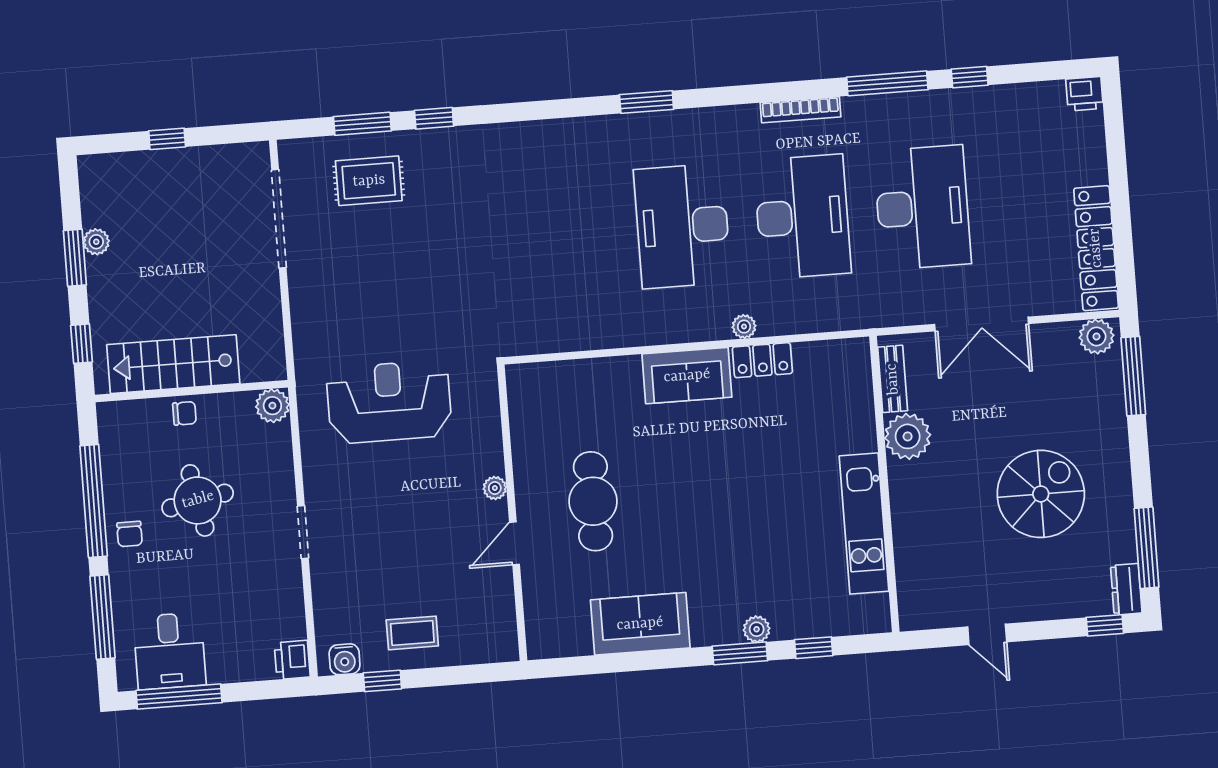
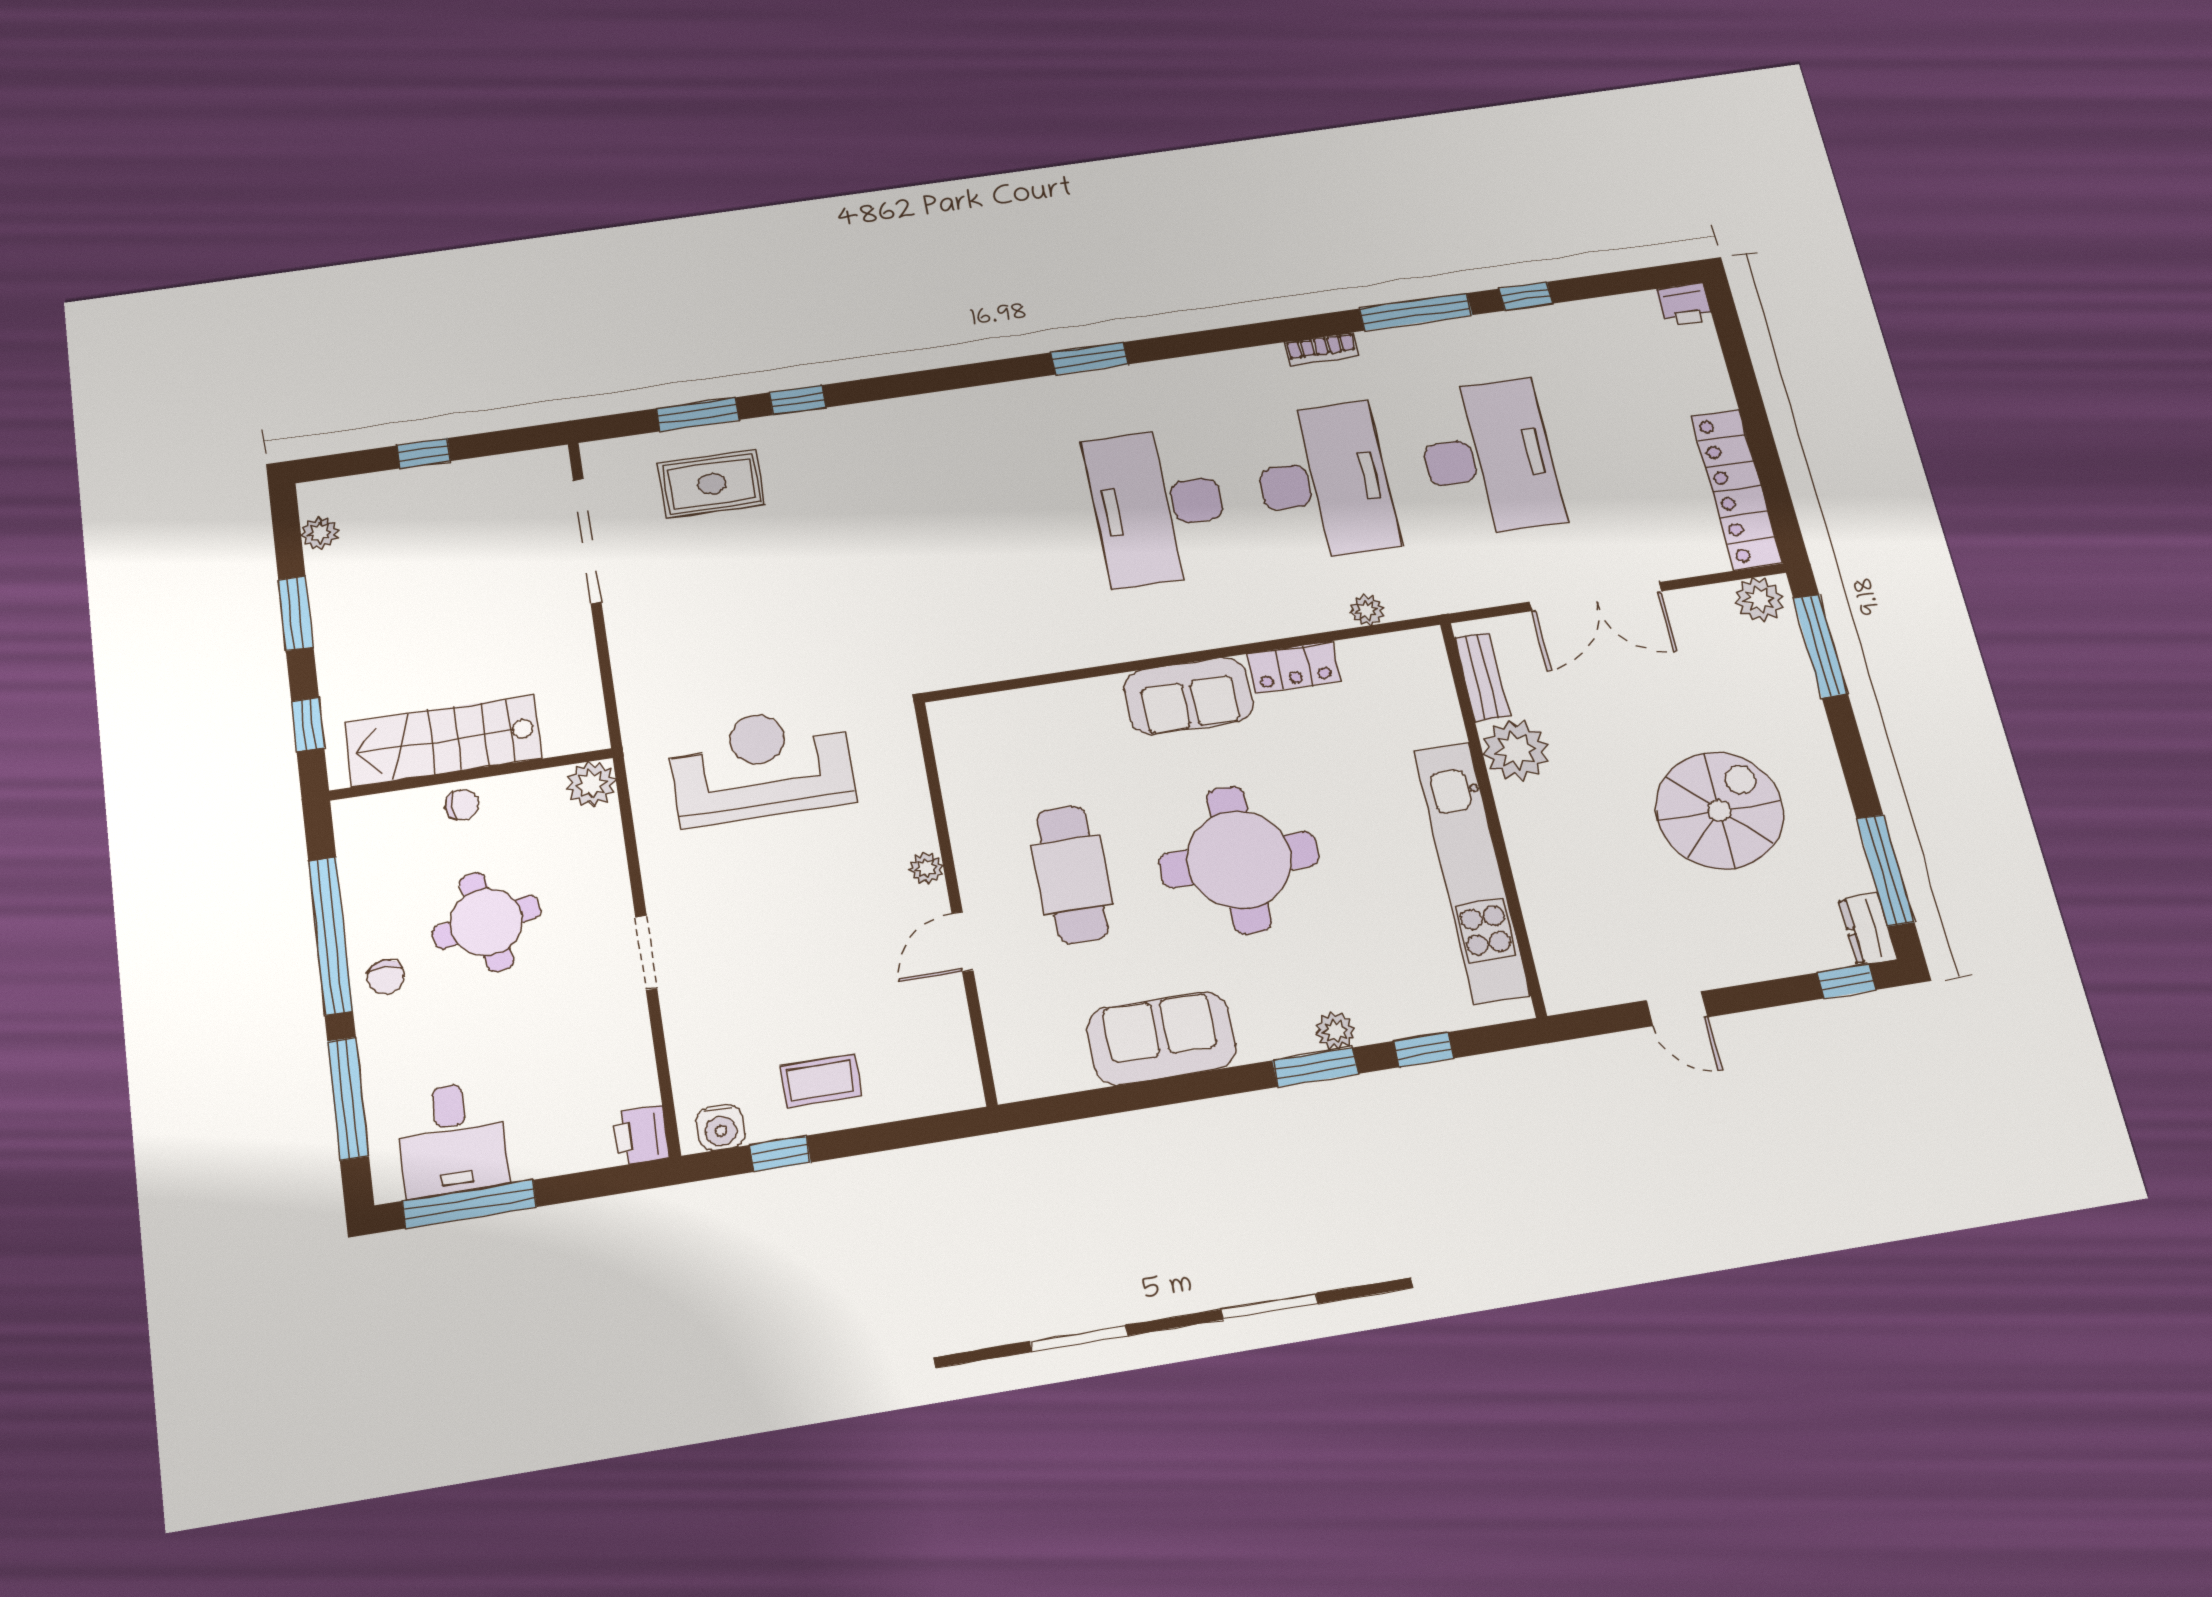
bookcase: (801, 110) -> (1322, 349), width x0.64
plant: (96, 242) -> (320, 533), moved
plant: (744, 327) -> (1367, 610), moved
round table: (707, 501) -> (1239, 860), added
kitchen unit: (864, 524) -> (1471, 872), width x1.36

